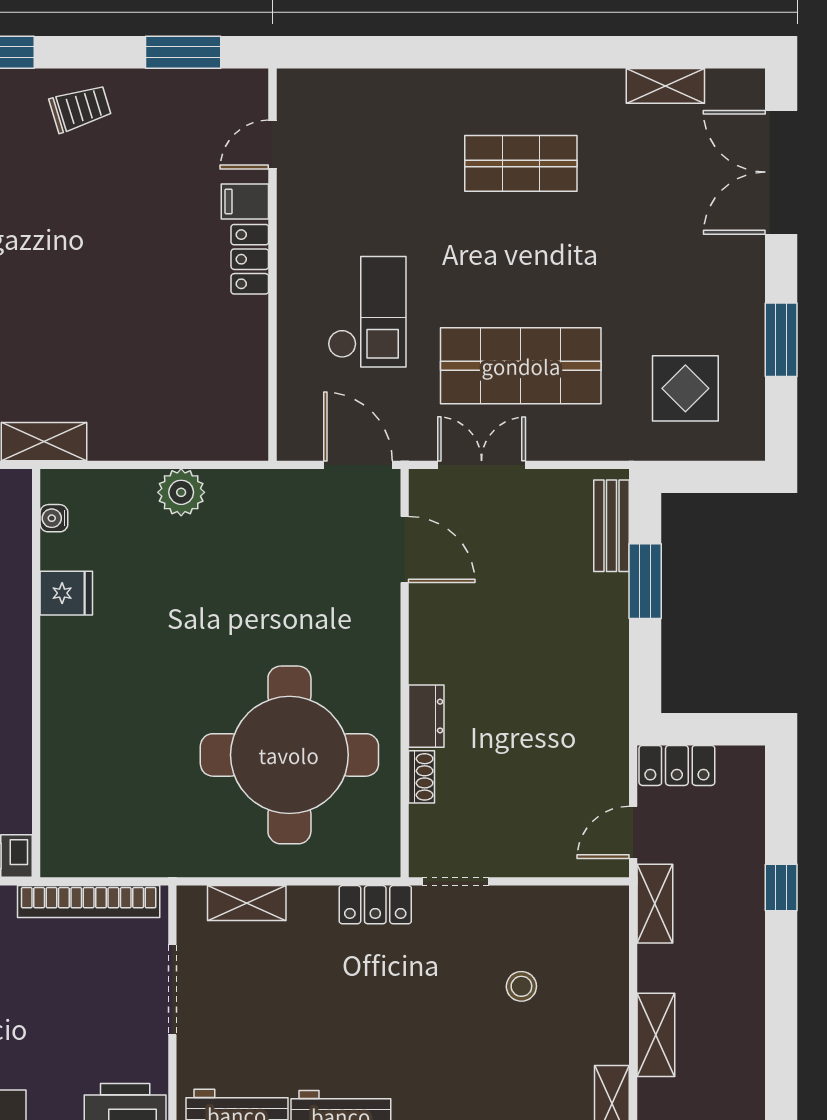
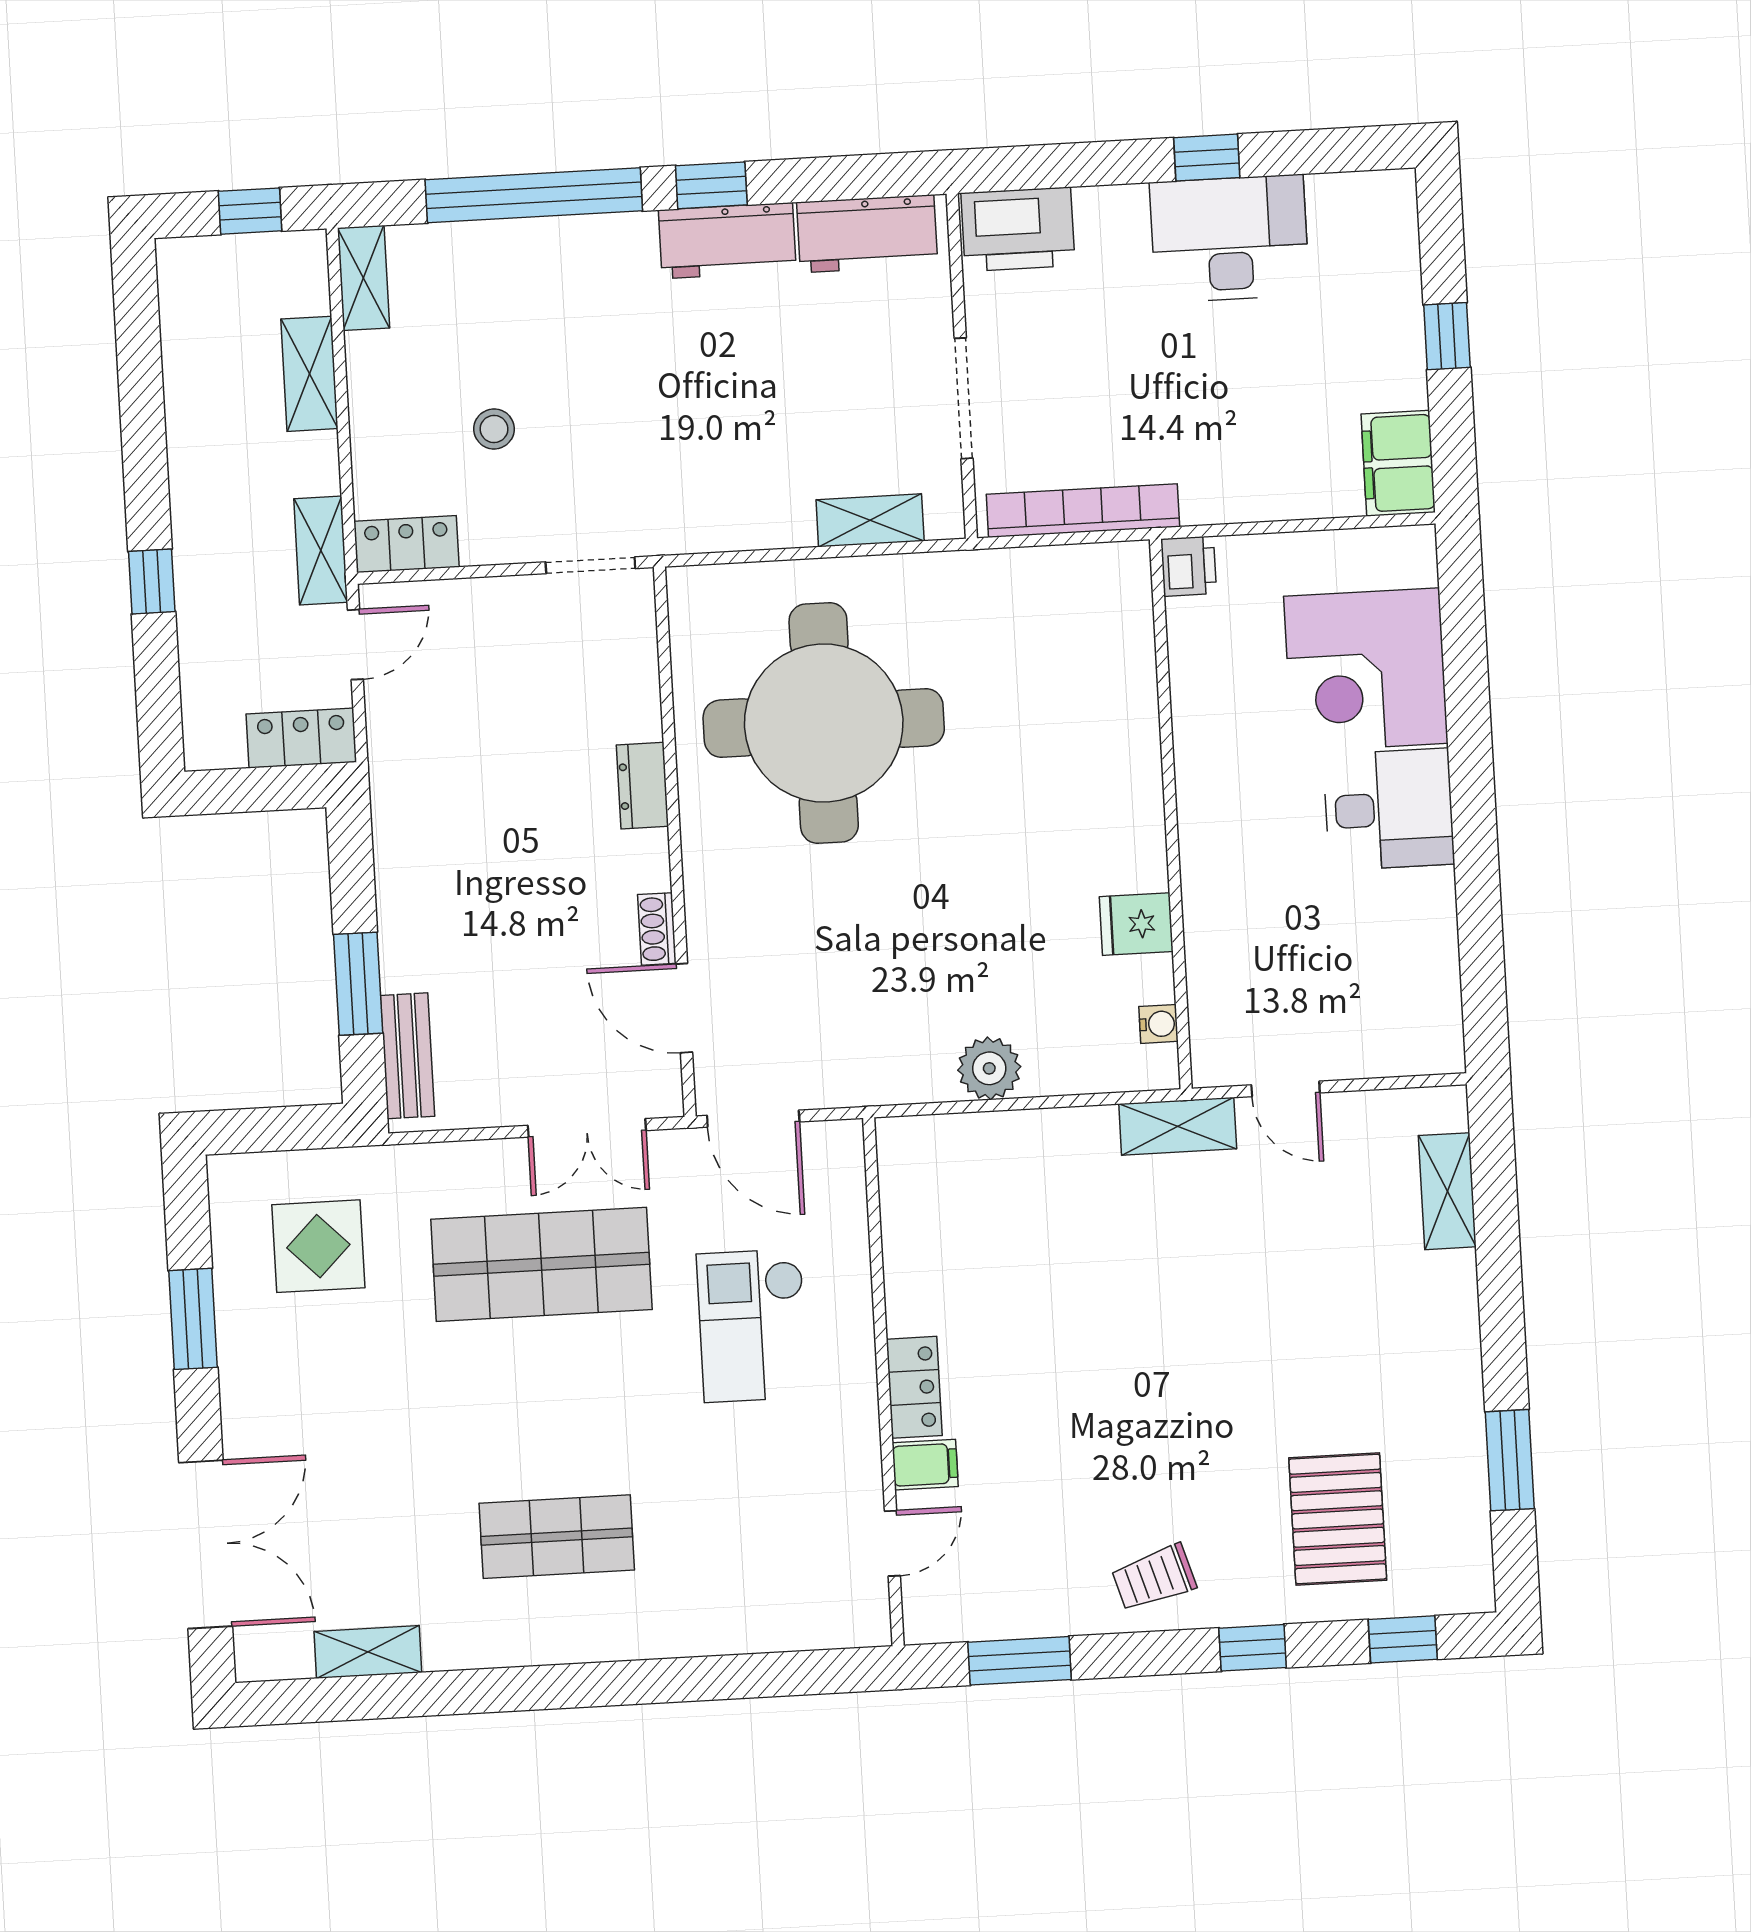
shoe rack: (421, 777) -> (657, 929), moved
locker: (375, 905) -> (407, 544), moved

